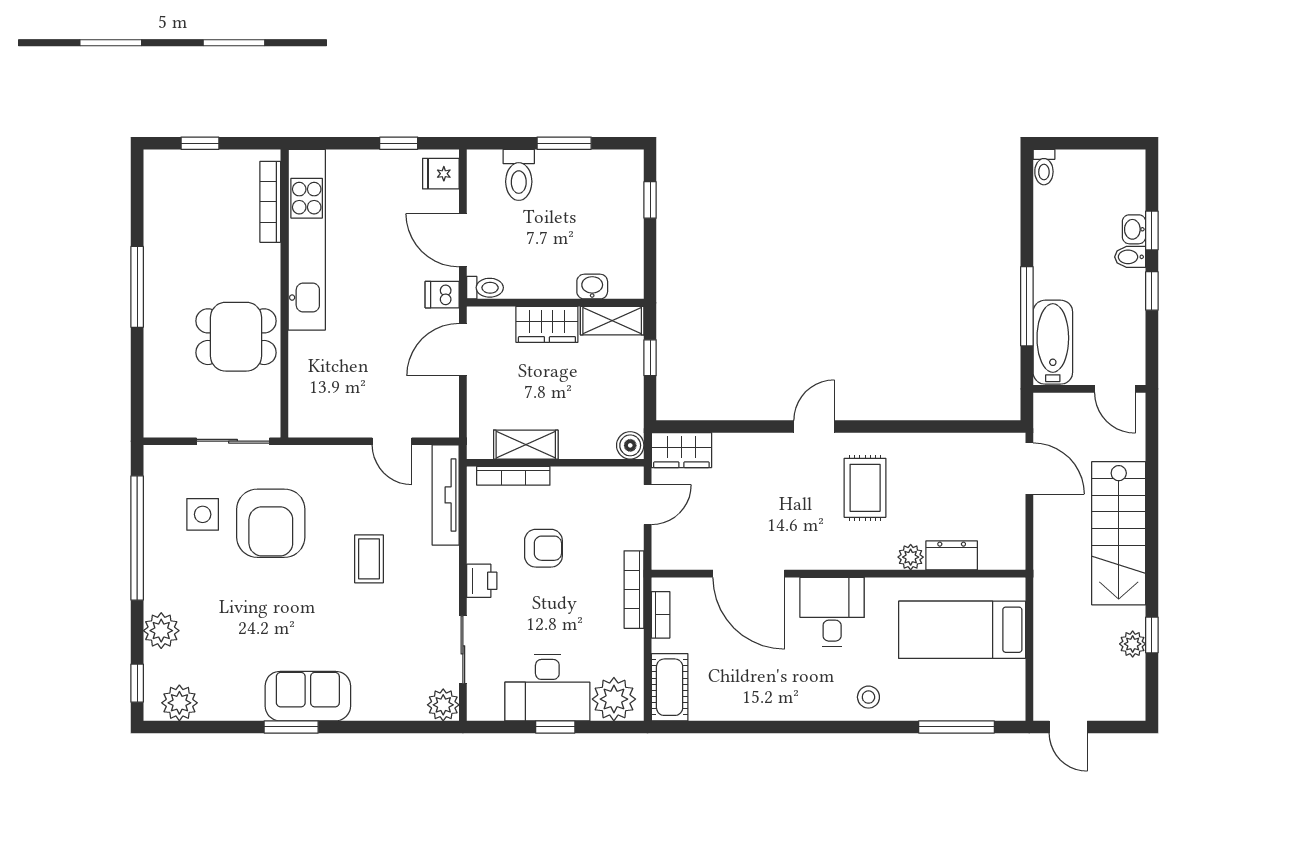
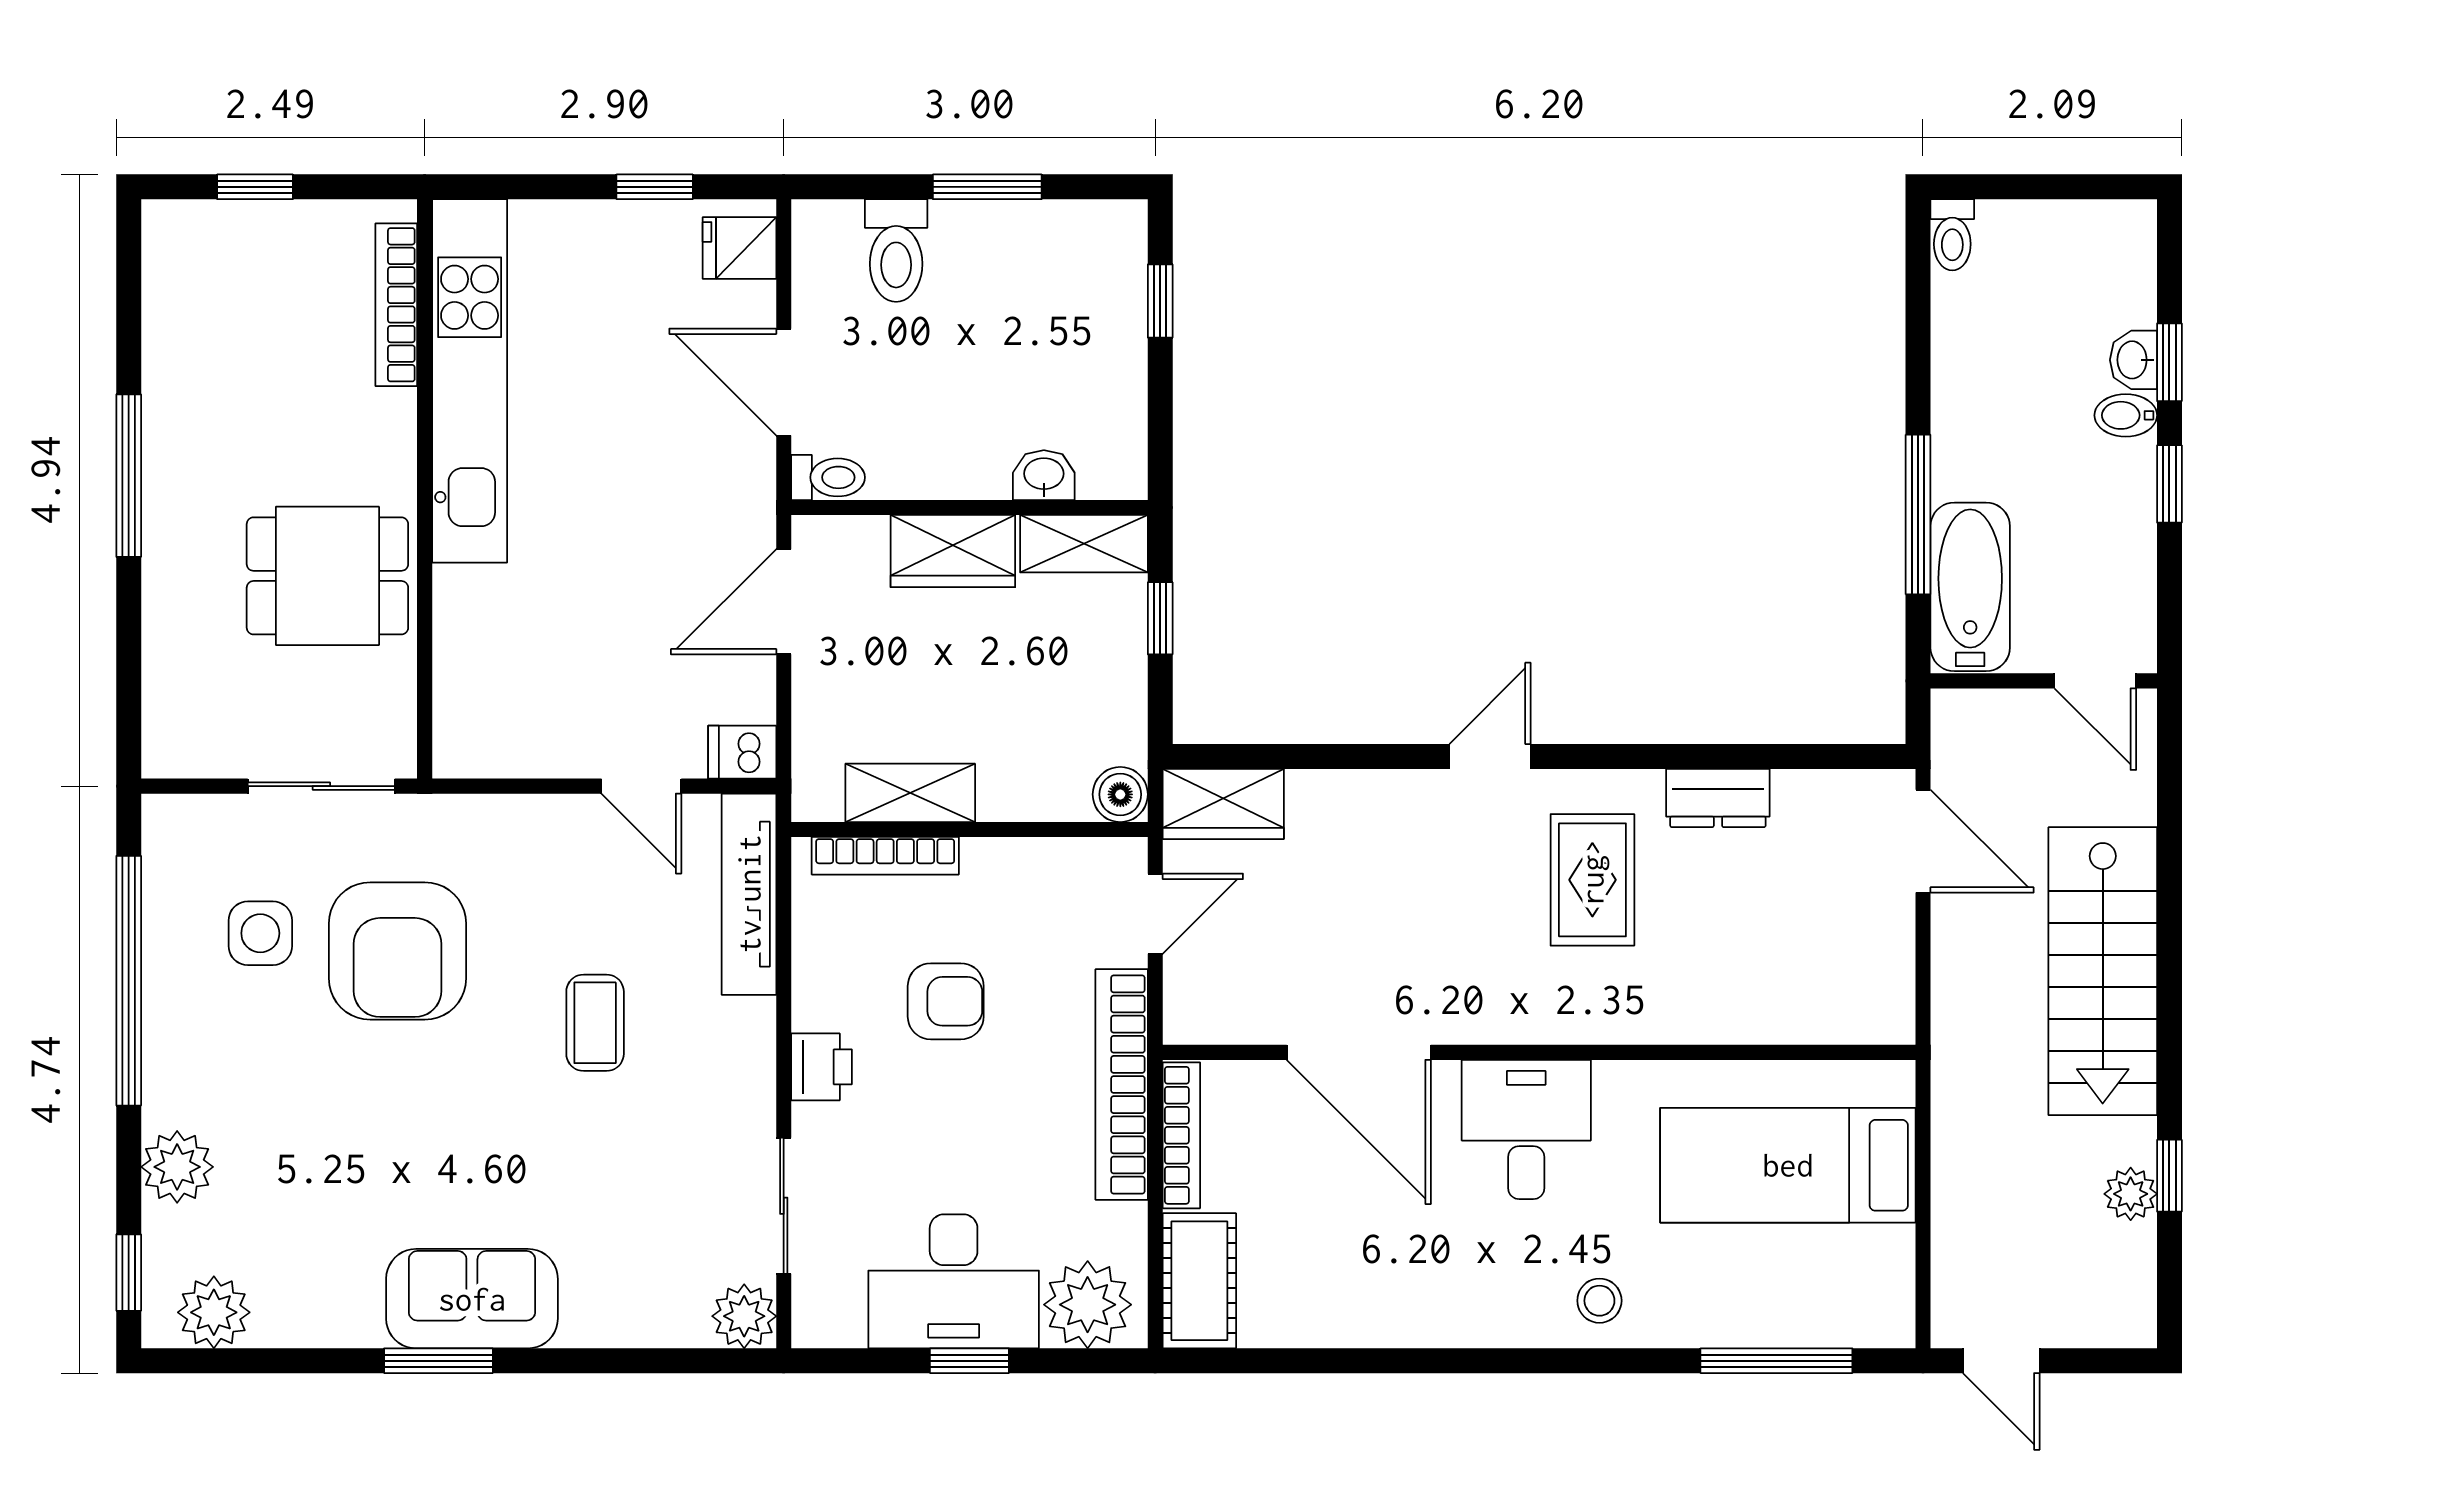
dishwasher: (442, 295) -> (742, 752), moved
dresser: (952, 555) -> (1718, 798), moved, turned 180
plant: (911, 557) -> (1684, 1019), removed
bookcase: (634, 590) -> (1122, 1084), width x1.48, depth x1.31
bookcase: (661, 615) -> (1181, 1135), width x1.56

